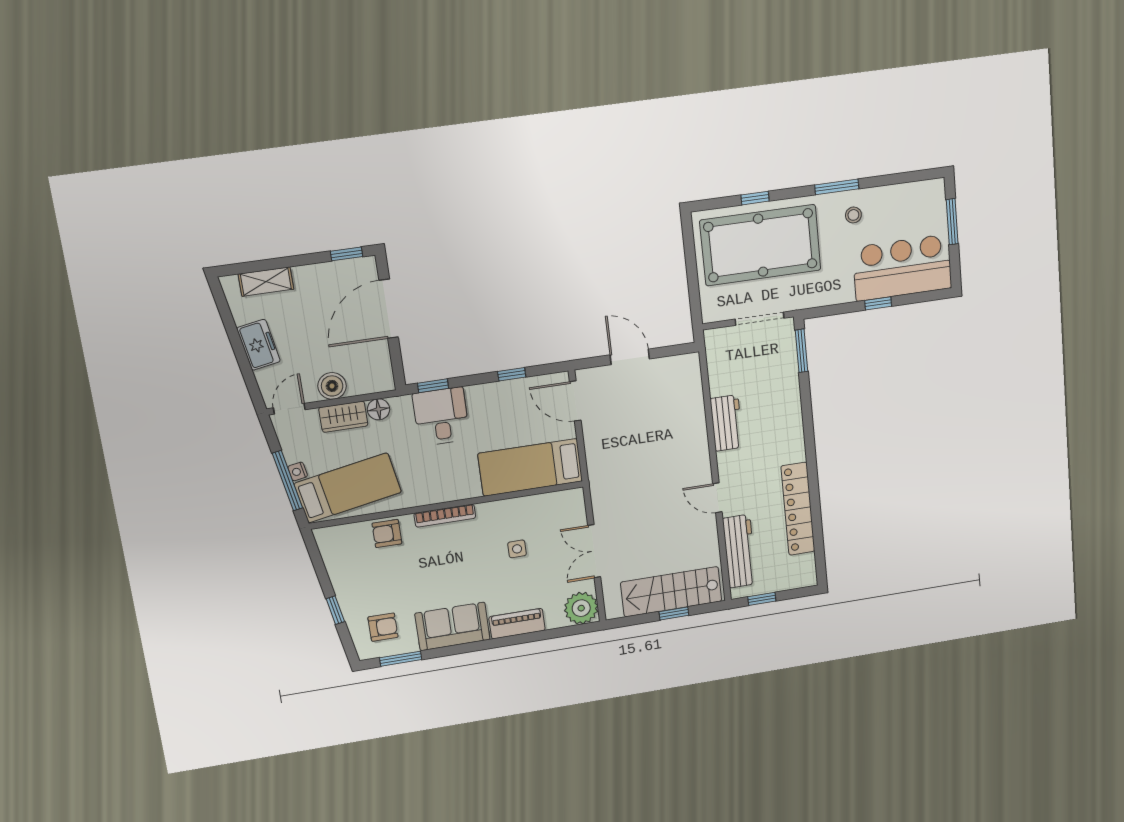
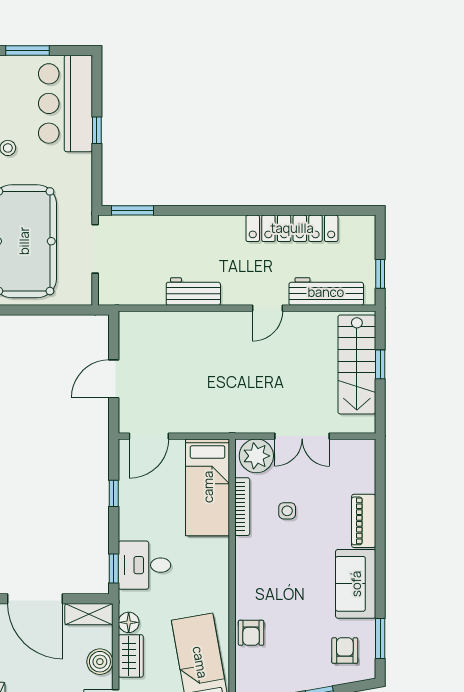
shelving: (381, 367) -> (89, 614), added
bookcase: (445, 516) -> (242, 507), moved
plant: (581, 608) -> (256, 456), moved

